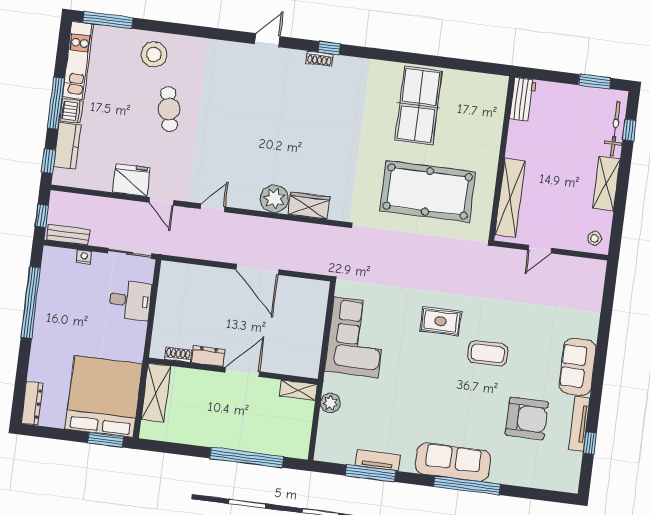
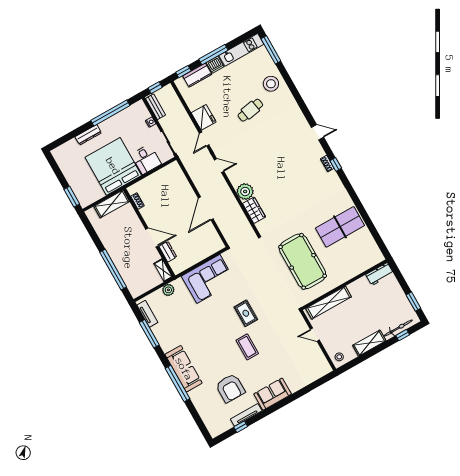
dresser: (208, 356) -> (168, 252), moved
bed: (104, 396) -> (113, 166), moved, turned -90
dresser: (32, 403) -> (88, 135), moved
tv unit: (378, 460) -> (147, 314), moved

